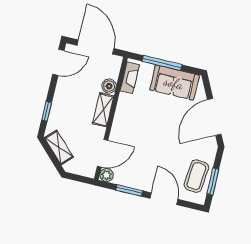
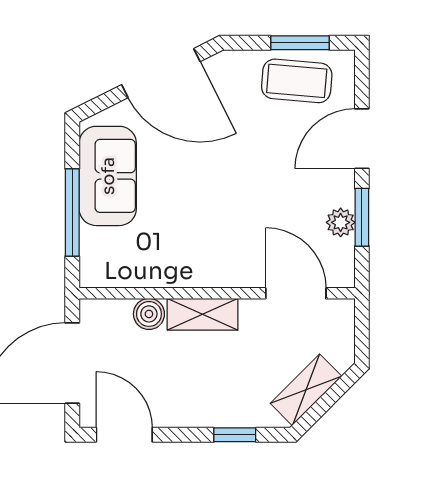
fireplace: (130, 78) -> (120, 274), removed
plant: (106, 175) -> (341, 222), moved

